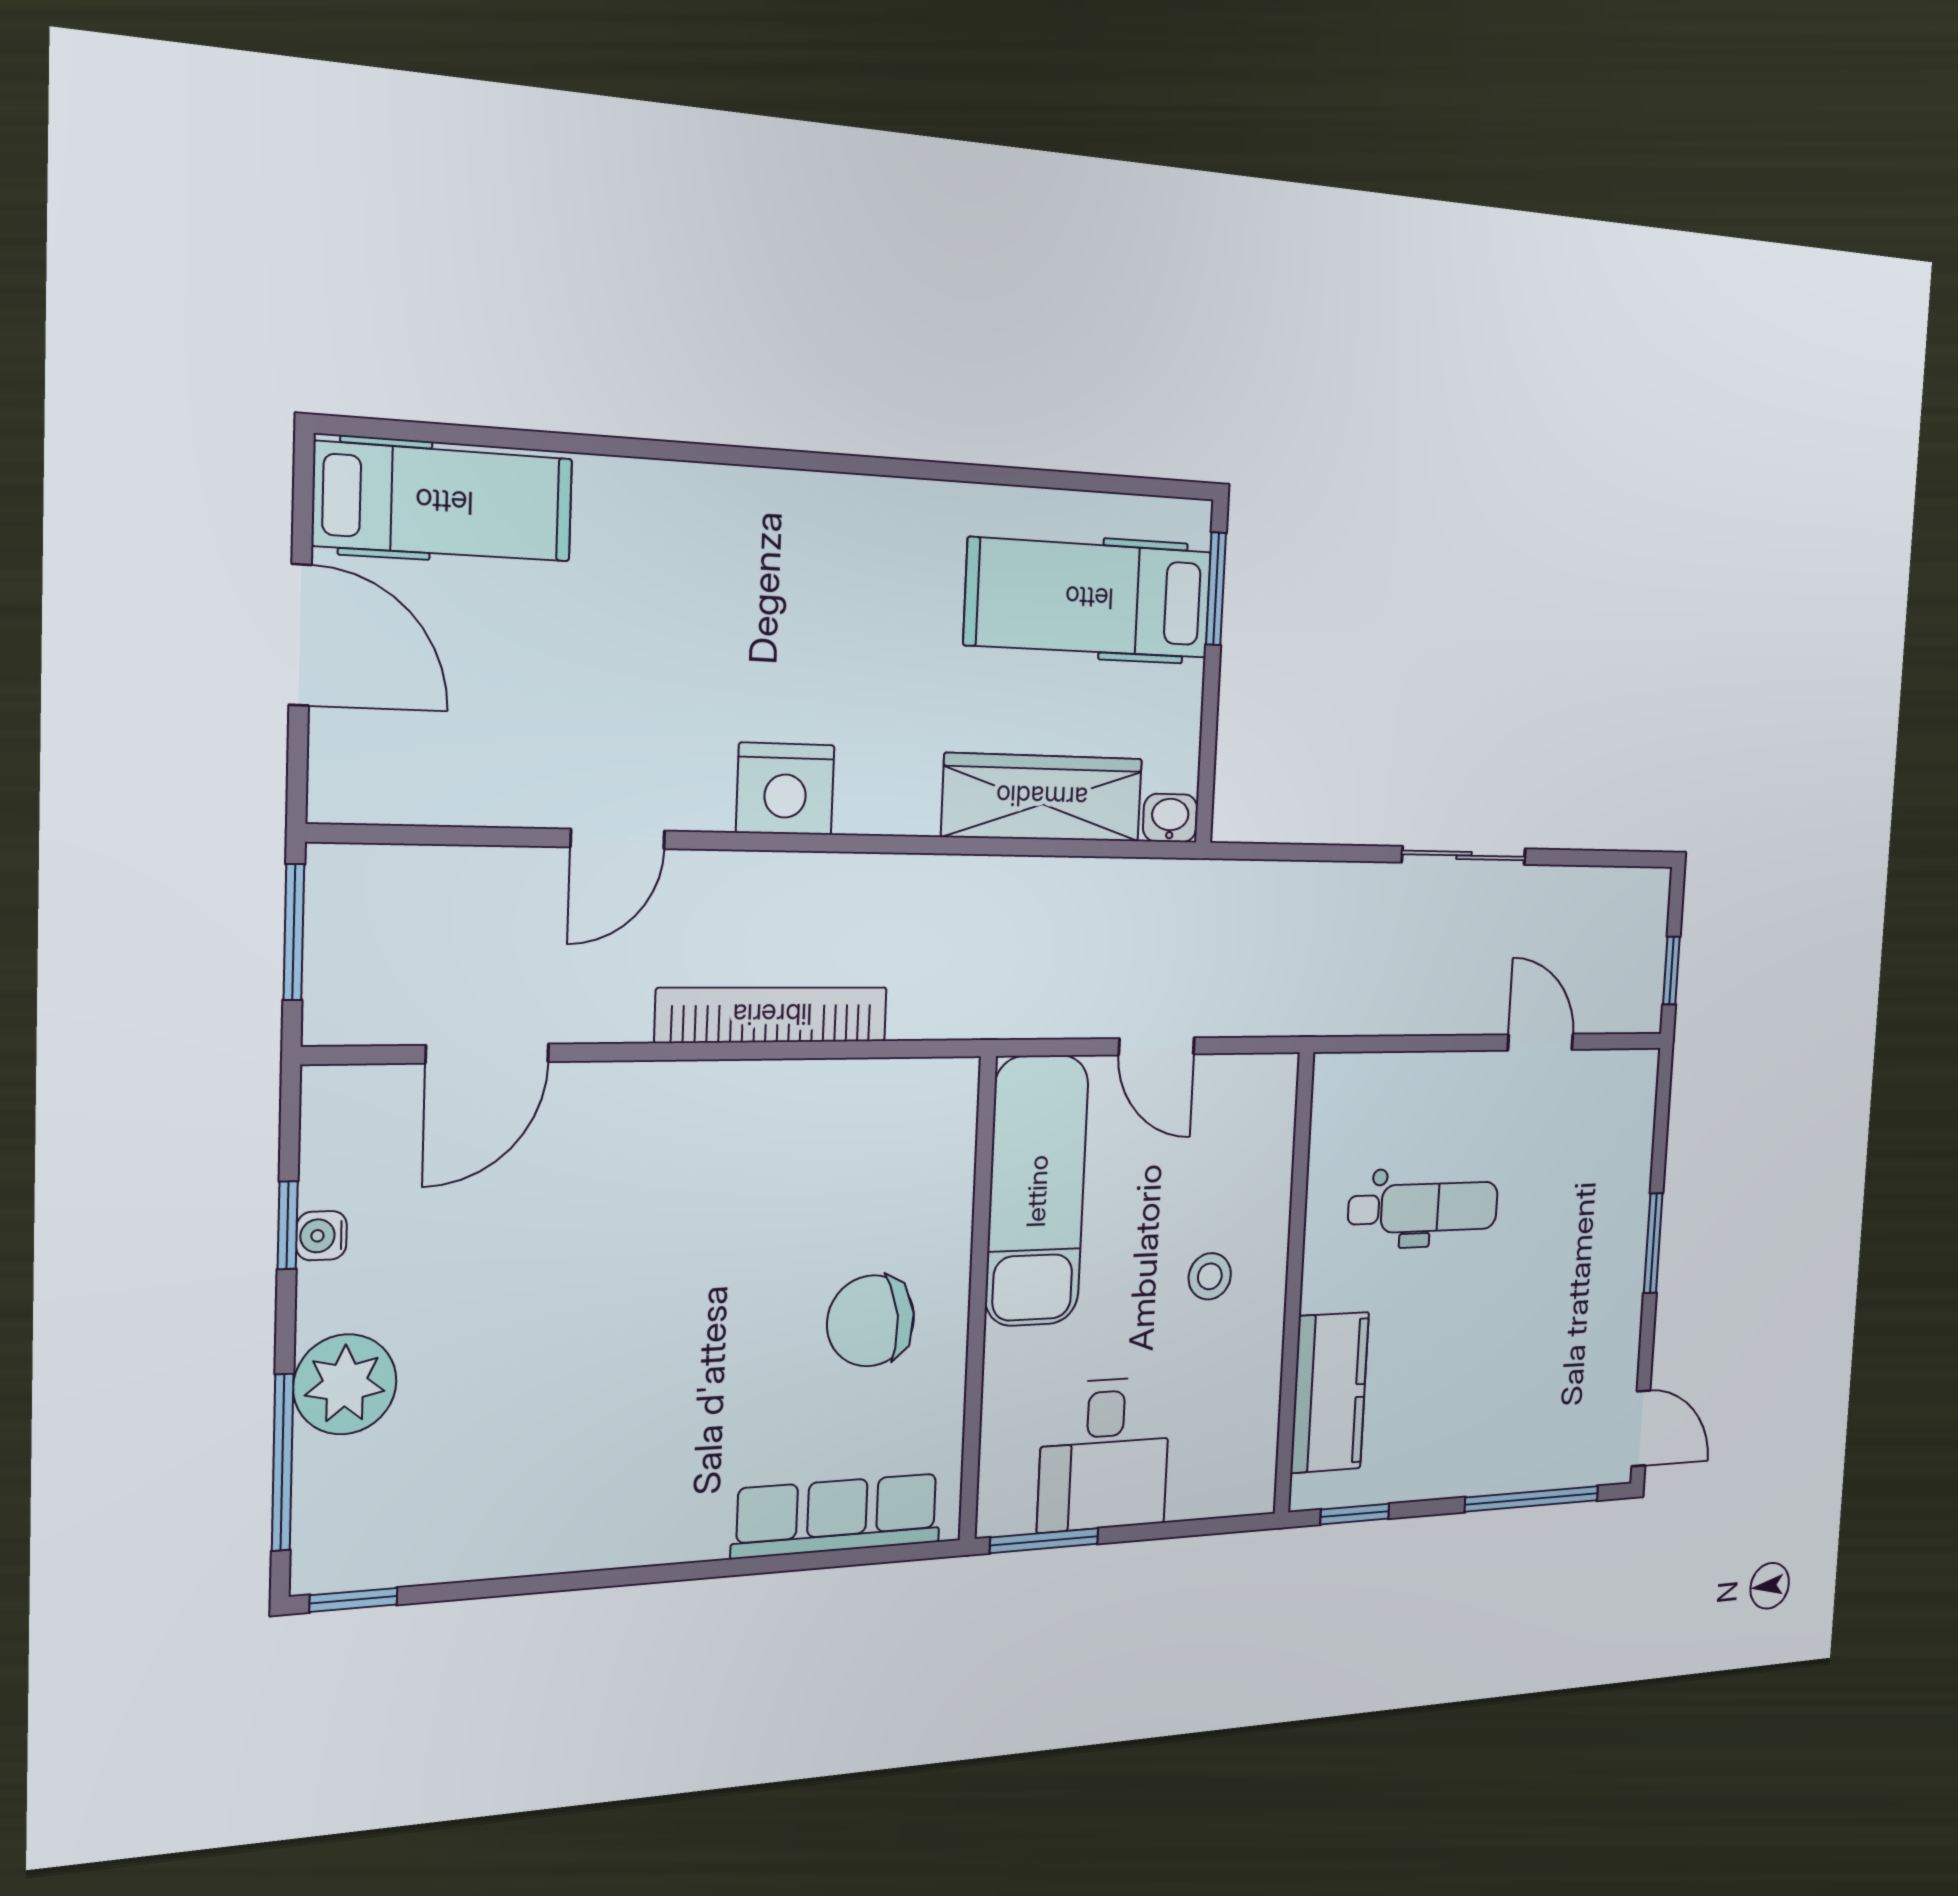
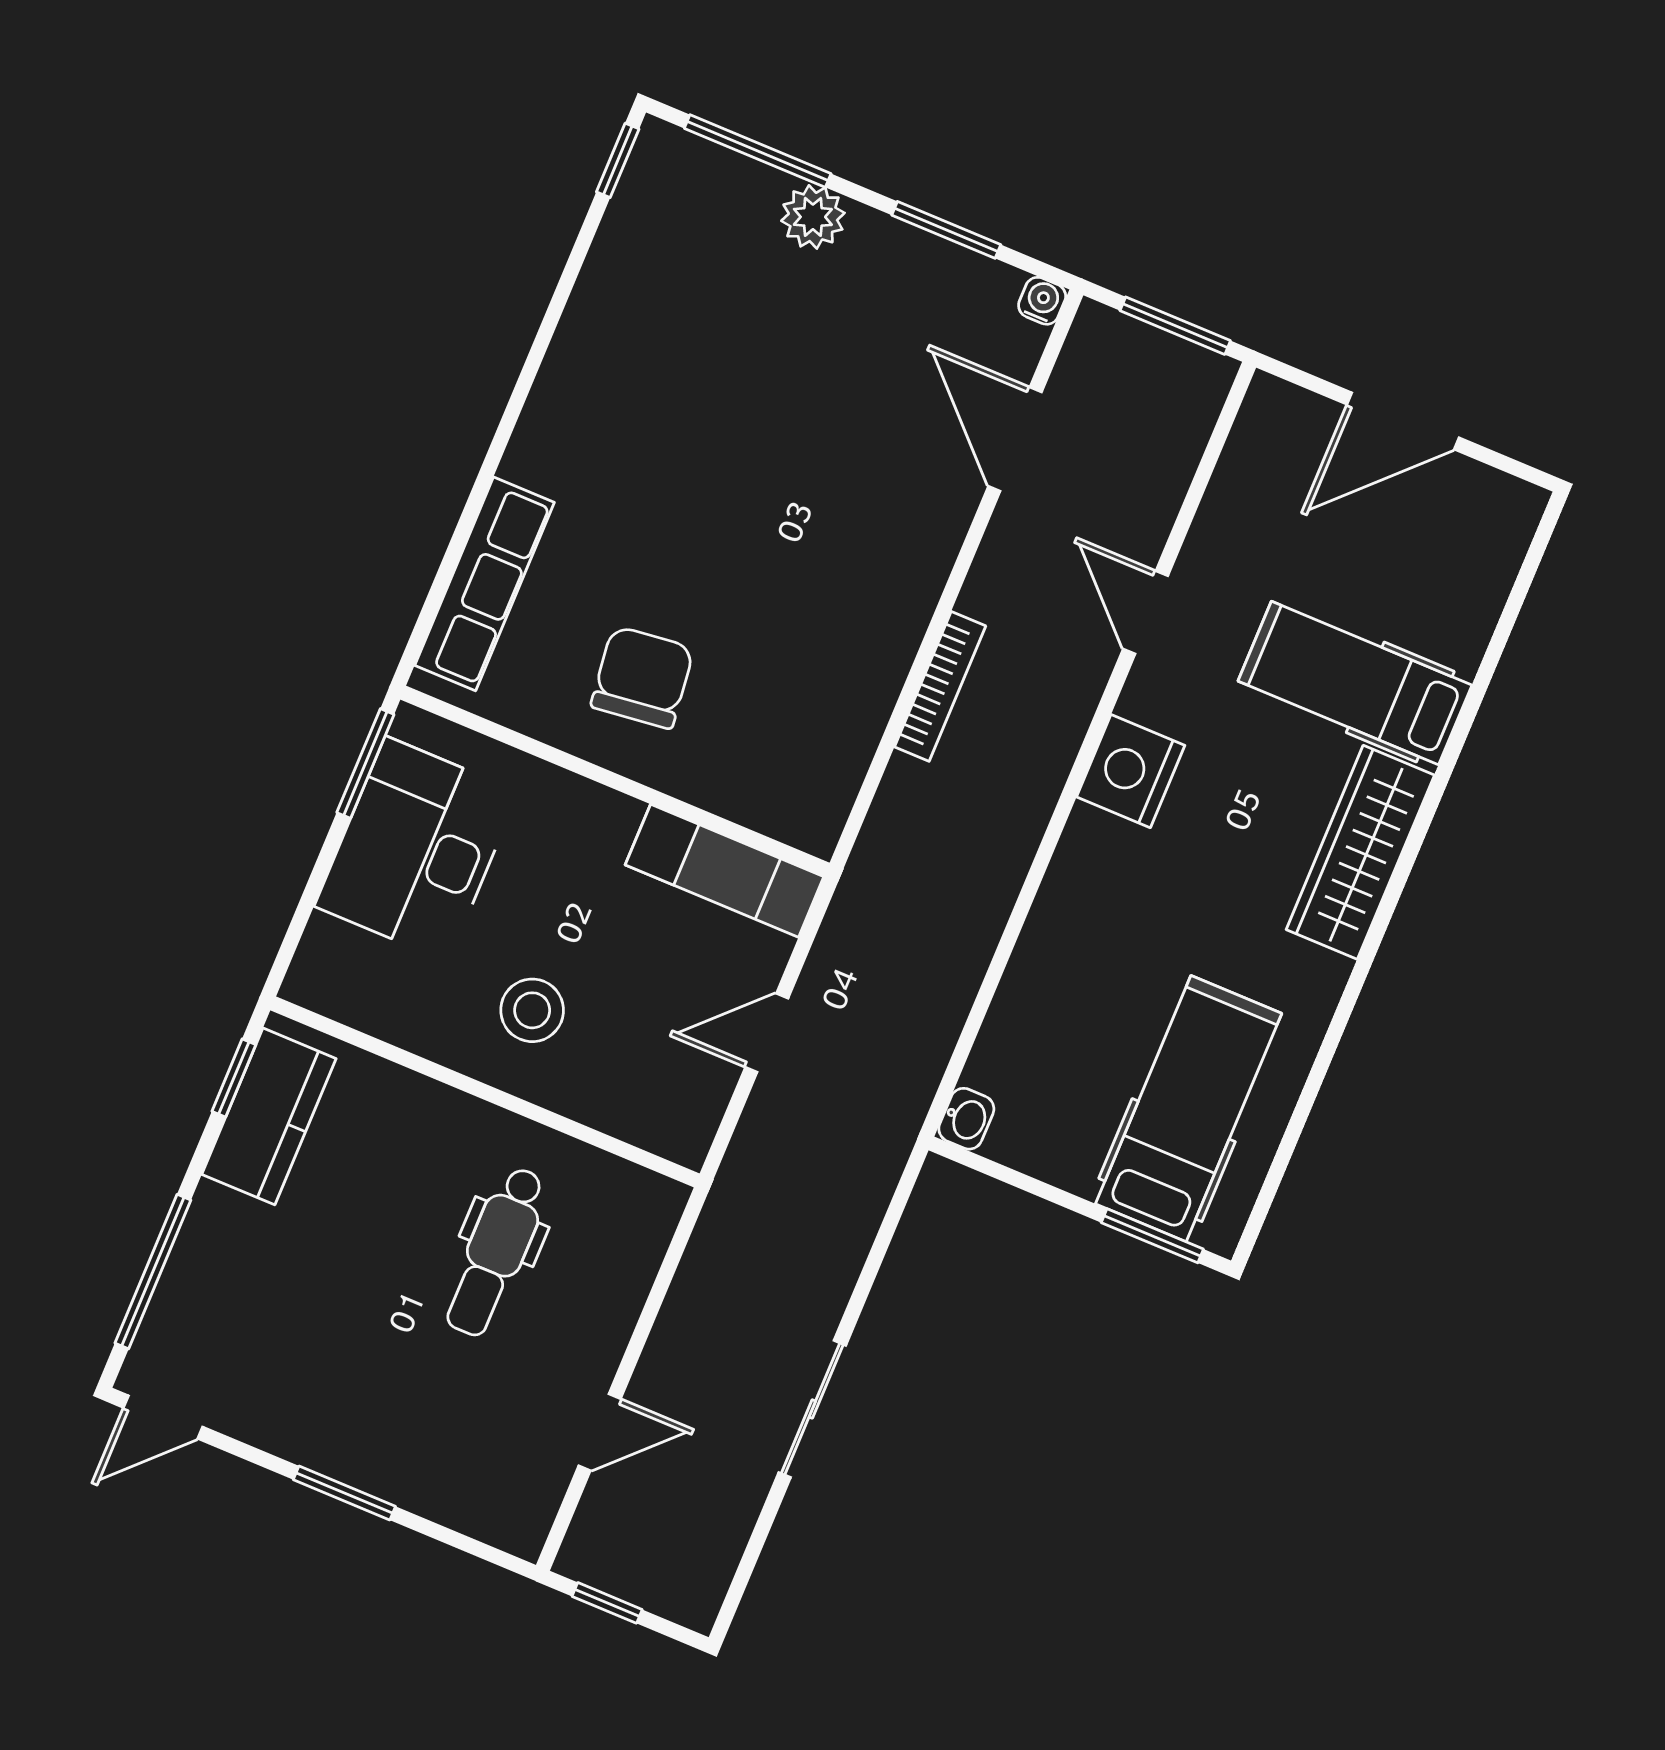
hospital bed: (444, 502) -> (1355, 683), moved, turned 90
wardrobe: (1042, 797) -> (1360, 852), moved, turned 180
bookcase: (772, 1015) -> (940, 686), width x0.68, depth x0.76
exam couch: (1037, 1191) -> (725, 871), width x0.73, depth x0.69
window: (288, 1225) -> (946, 230), width x1.50
water cooler: (321, 1236) -> (1042, 301), moved
stool: (1210, 1276) -> (532, 1010), width x1.37, depth x1.37
plant: (345, 1384) -> (813, 217), width x0.73, depth x0.73
kitchen counter: (1330, 1392) -> (269, 1116), moved, turned -90
desk: (1104, 1454) -> (417, 849), width x1.37

